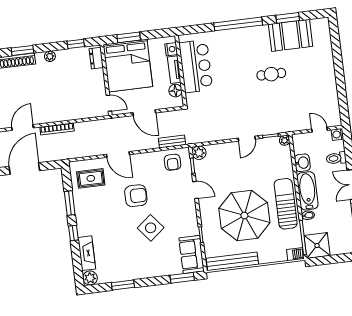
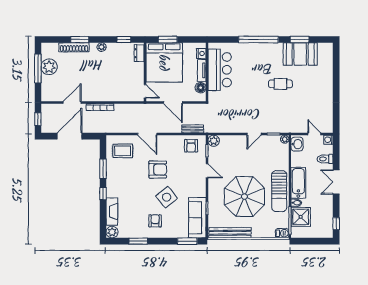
washbasin: (302, 163) -> (297, 144), moved
sun lounger: (286, 204) -> (279, 191), turned 180
shower: (317, 246) -> (301, 217), moved
sofa: (192, 254) -> (197, 218), width x1.36
armchair: (140, 258) -> (155, 221), added

